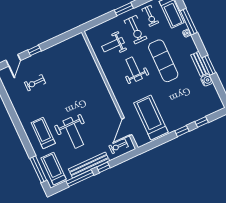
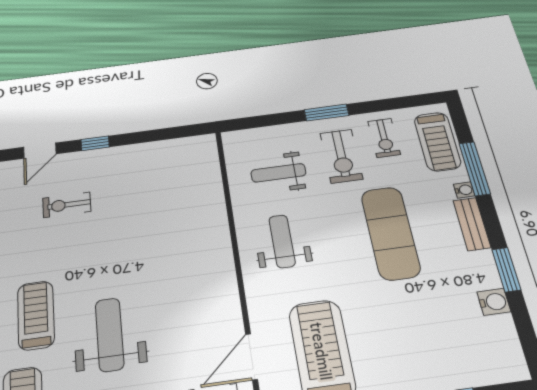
bench: (200, 64) -> (472, 224), moved
weight bench: (134, 69) -> (282, 241), moved
weight bench: (73, 133) -> (110, 334), turned 180

